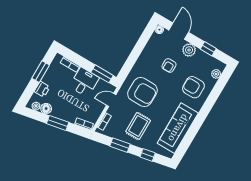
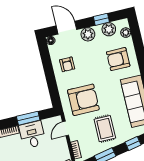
plant: (207, 60) -> (109, 29), added
armchair: (169, 65) -> (67, 64), moved
window: (102, 74) -> (28, 118), moved

